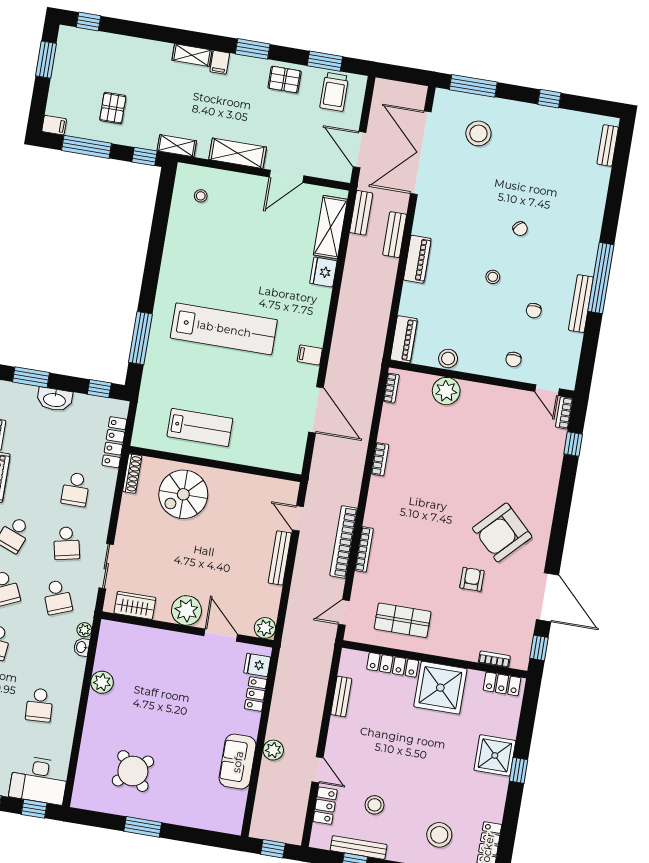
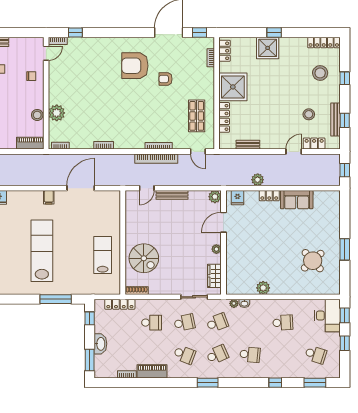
armchair: (502, 532) -> (135, 66), turned 136
plant: (186, 610) -> (216, 249), width x0.53, depth x0.53
locker: (256, 694) -> (269, 196), moved
plant: (273, 750) -> (258, 180), moved

